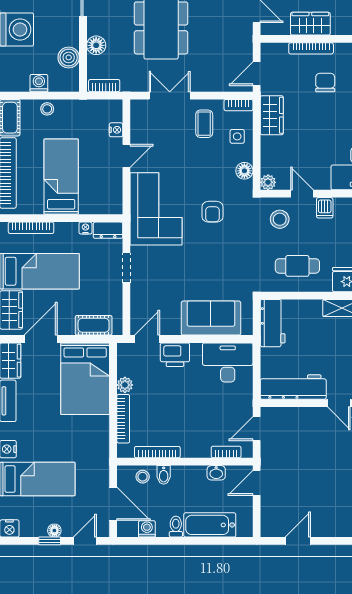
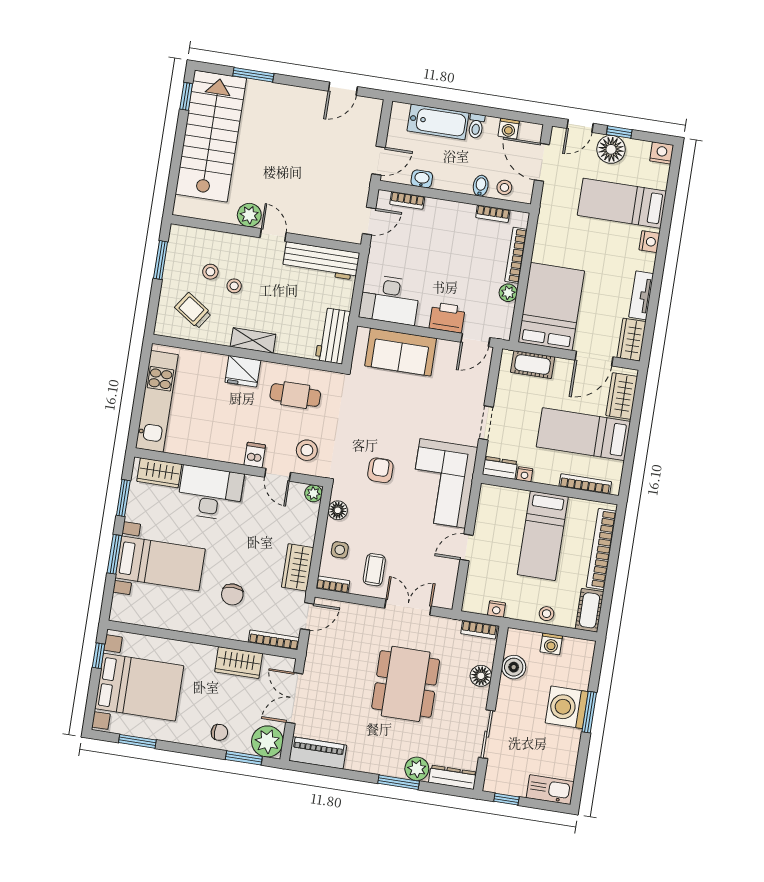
bookcase: (311, 48) -> (274, 640), moved
double door: (170, 96) -> (408, 607), swing flipped
nightstand: (116, 130) -> (496, 609), moved, turned -90
bookcase: (157, 452) -> (493, 214), width x0.64
floor lamp: (54, 531) -> (611, 149), width x1.89, depth x1.89

